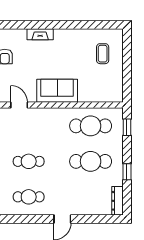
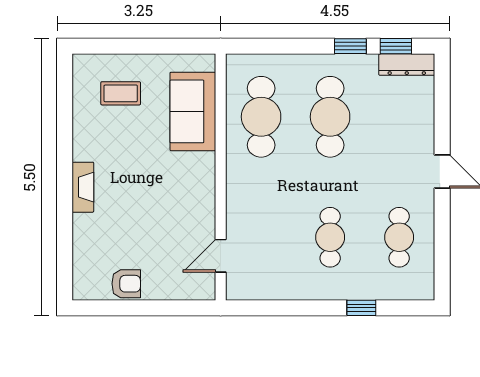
fireplace: (40, 34) -> (83, 187), moved
sofa: (57, 91) -> (193, 111), moved
window: (127, 127) -> (396, 46), moved

